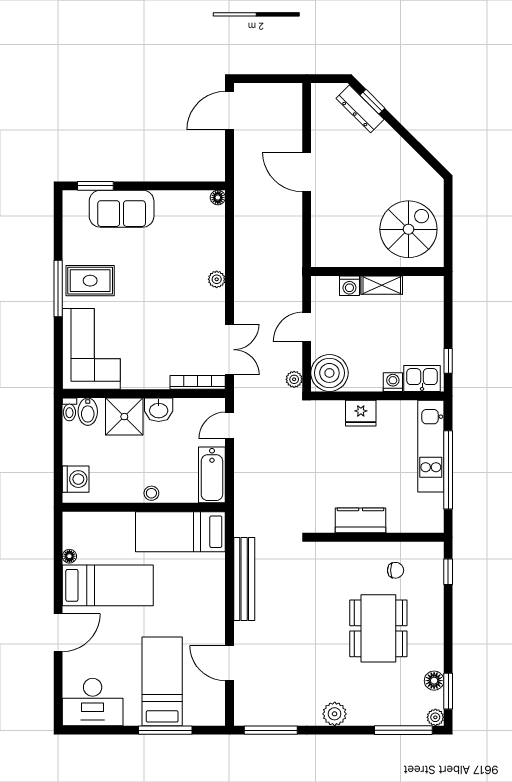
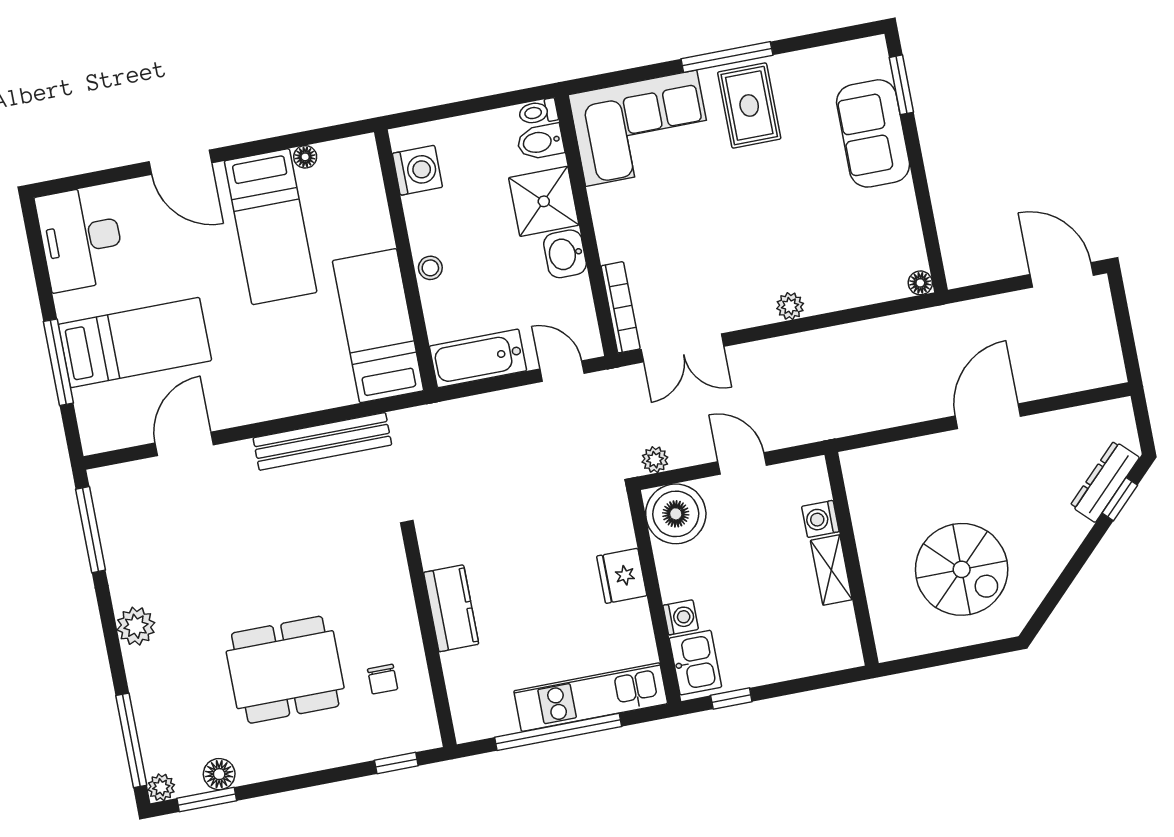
spiral stairs: (408, 229) -> (962, 569), moved
washing machine: (76, 479) -> (417, 170), moved, turned -90

